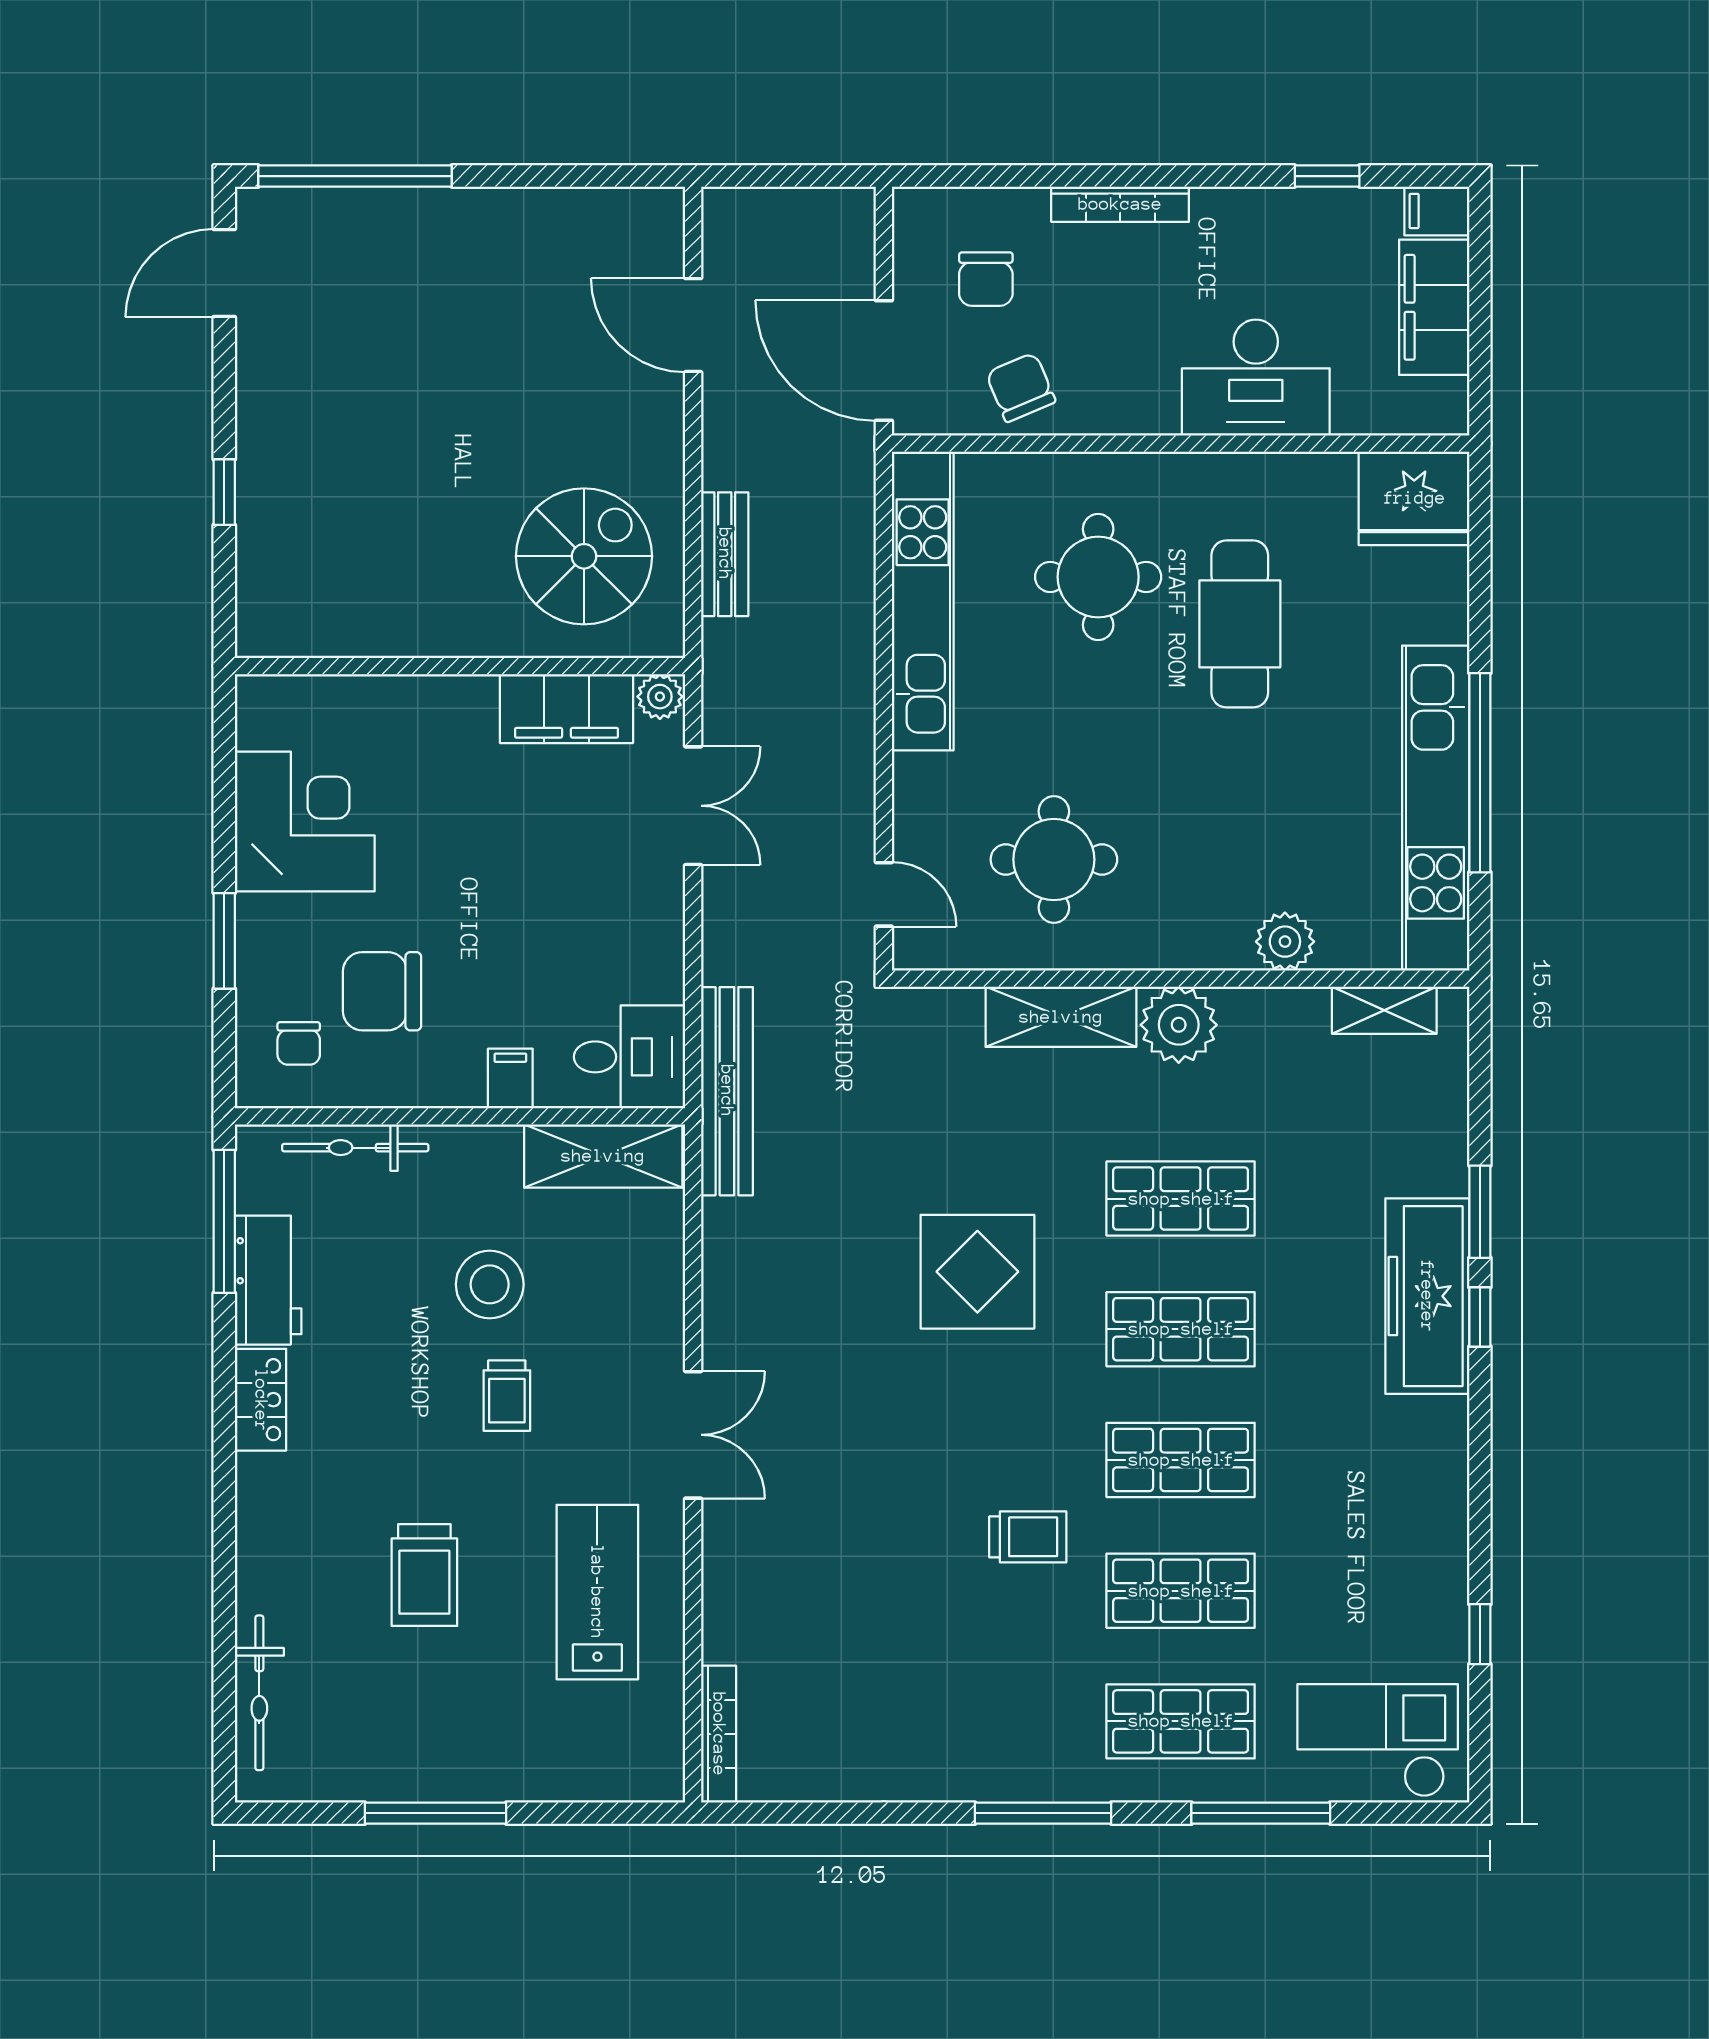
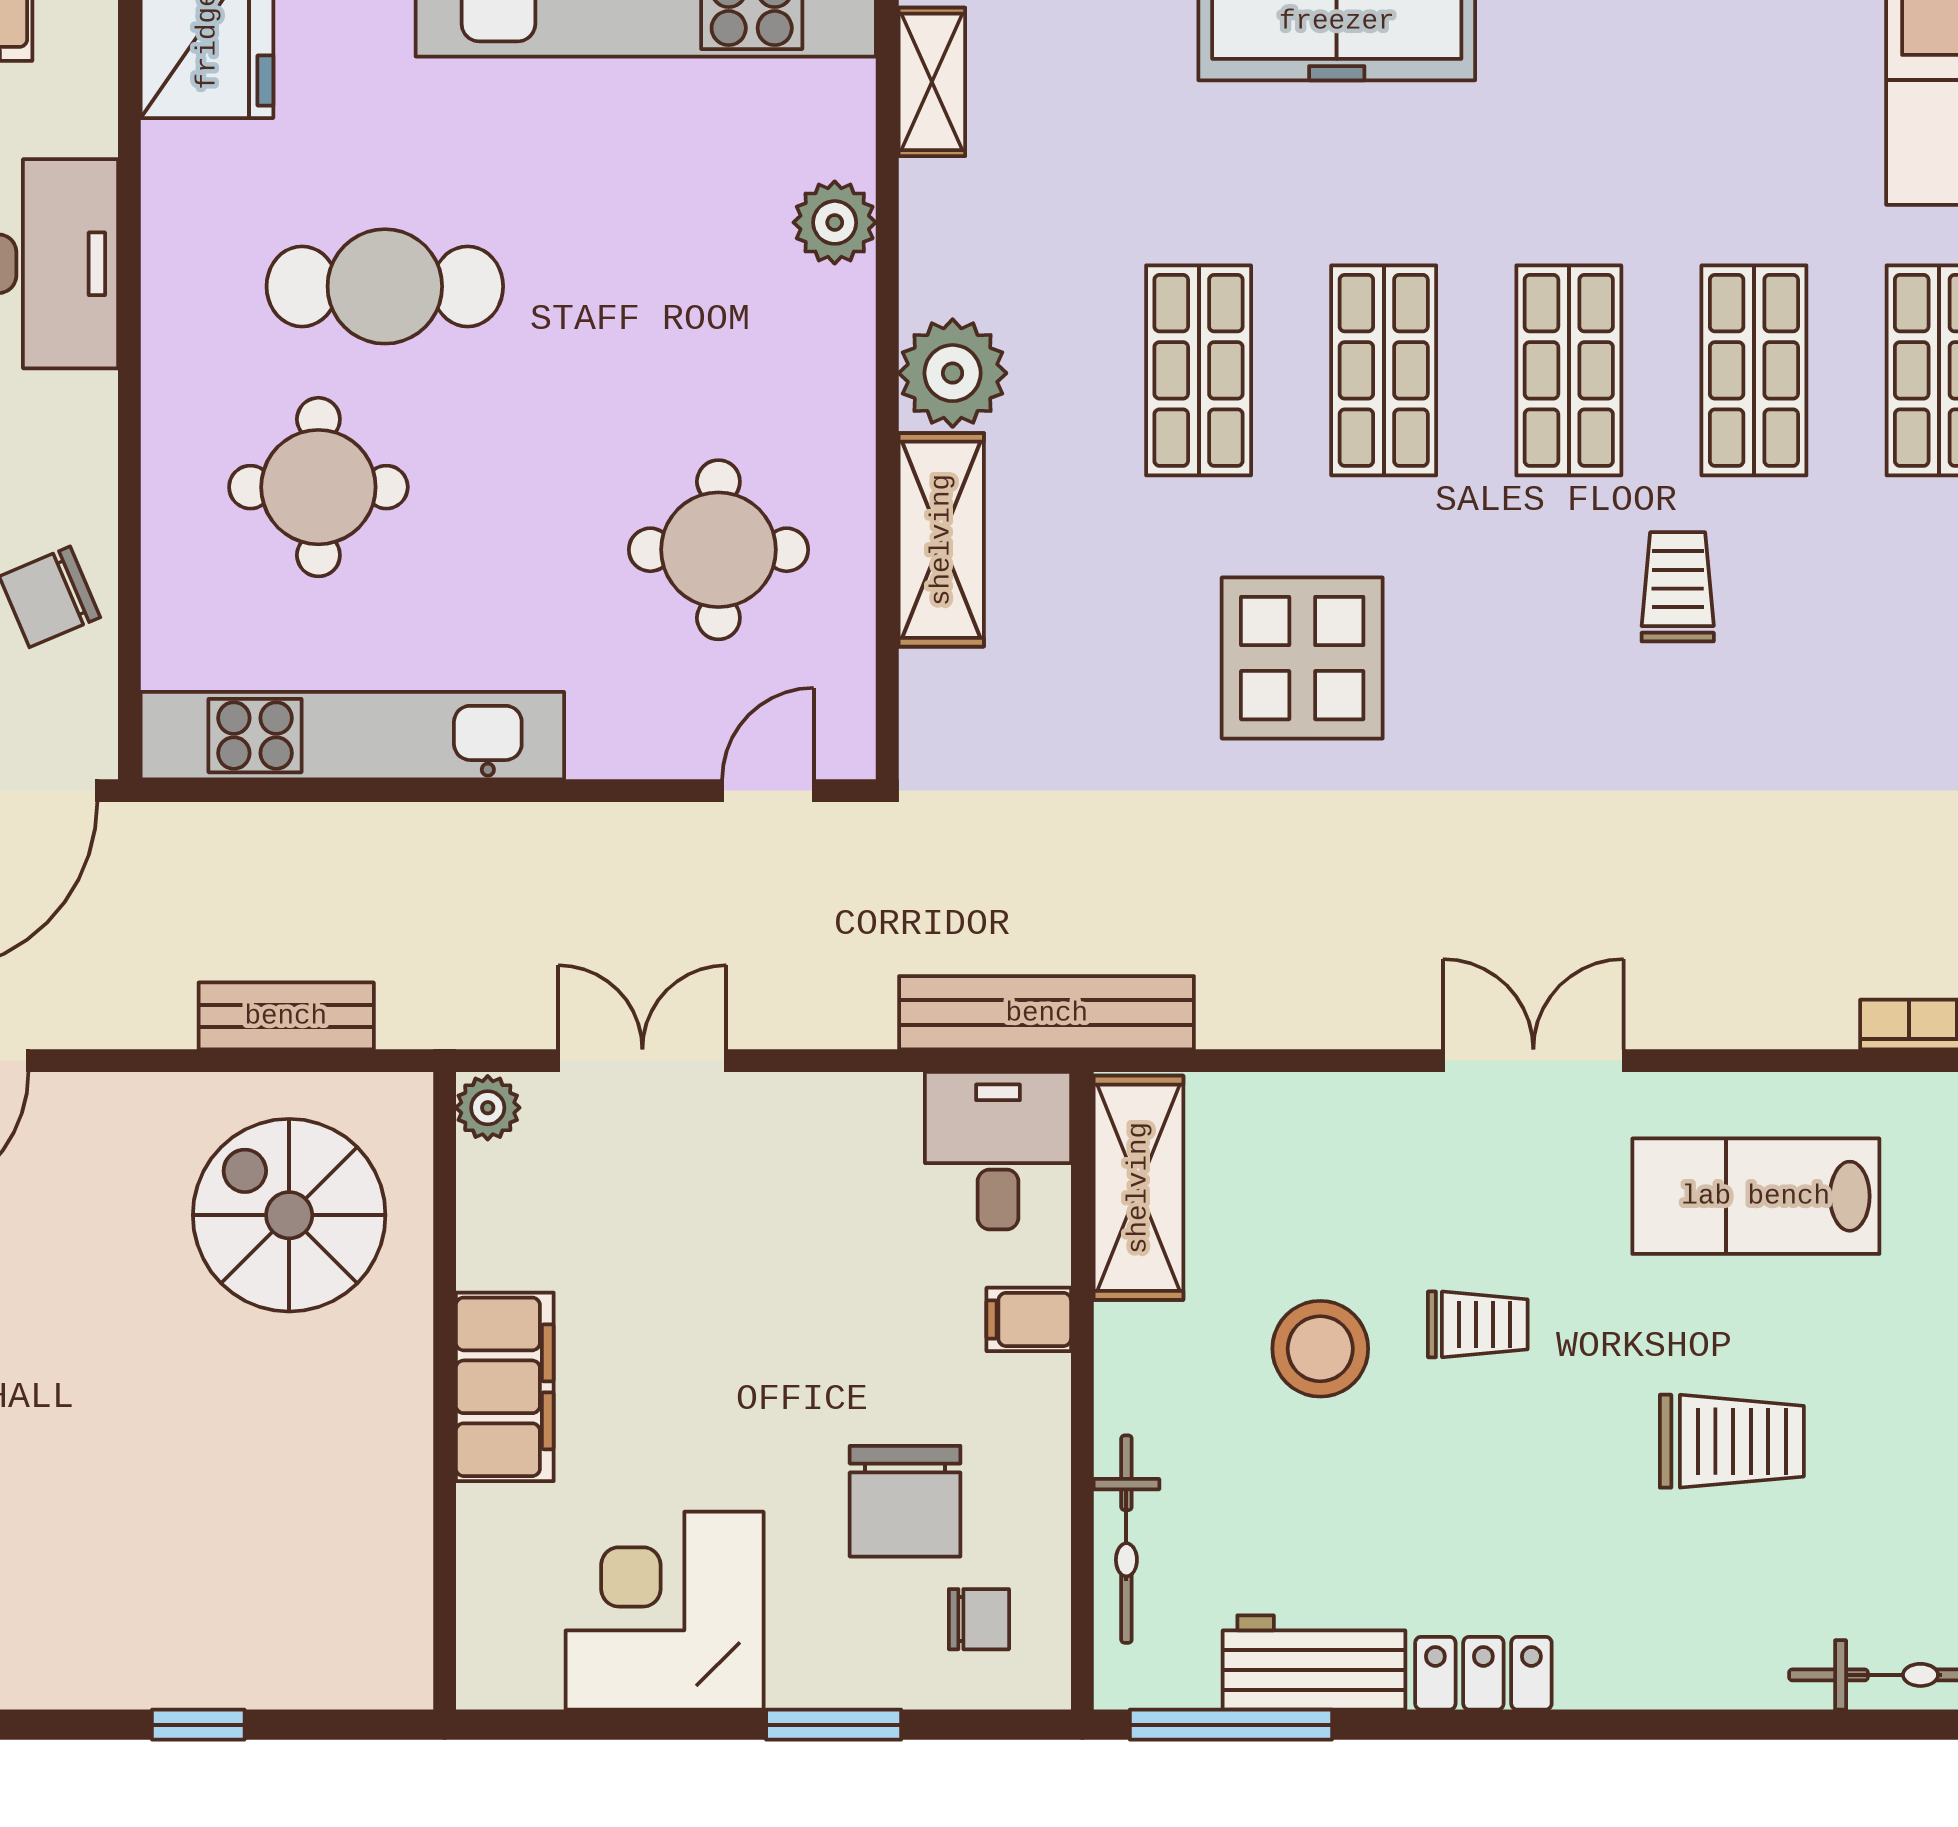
filing cabinet: (566, 709) -> (505, 1387), moved

